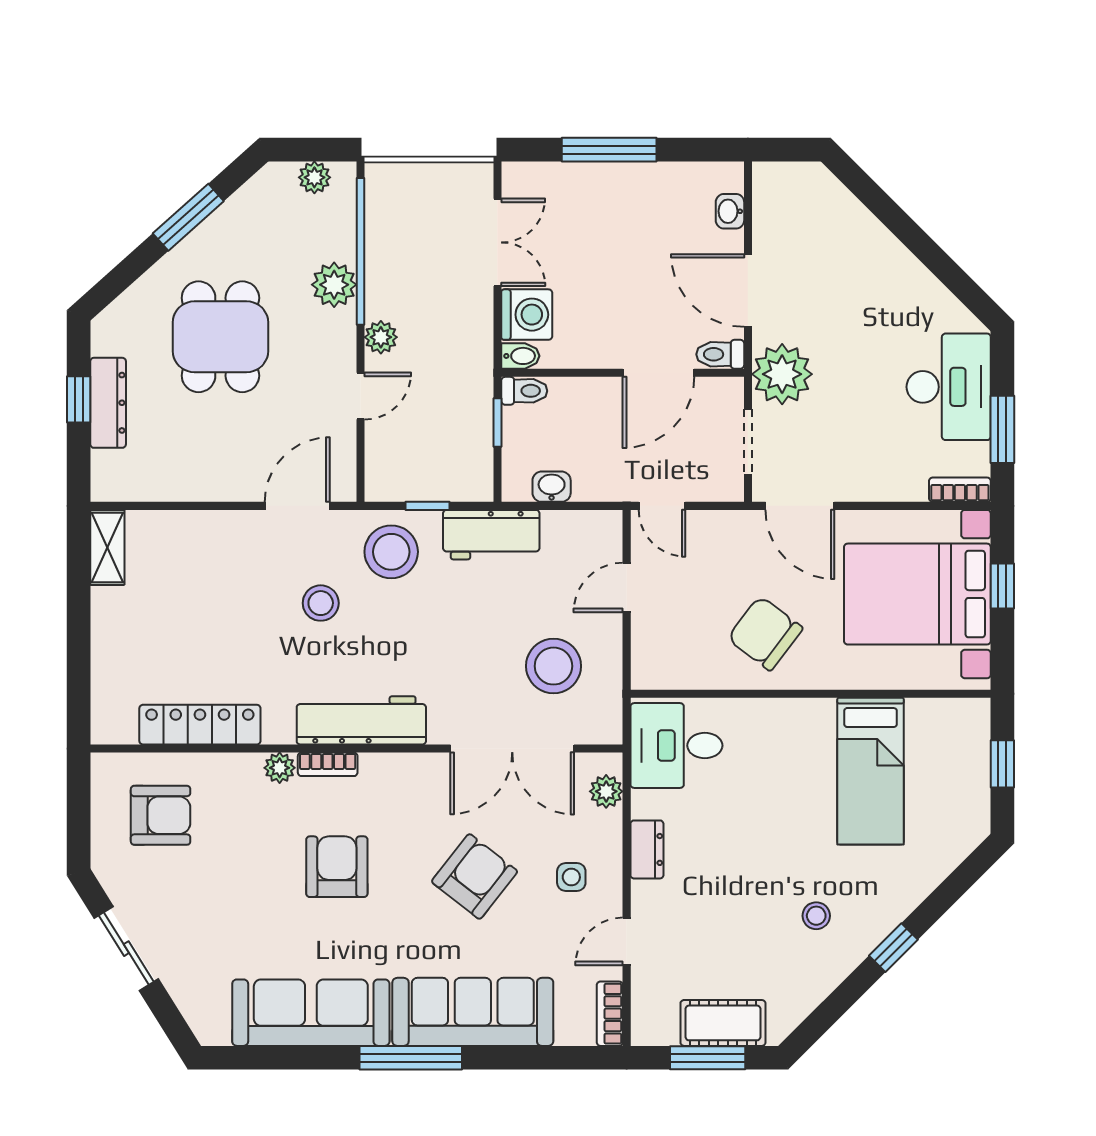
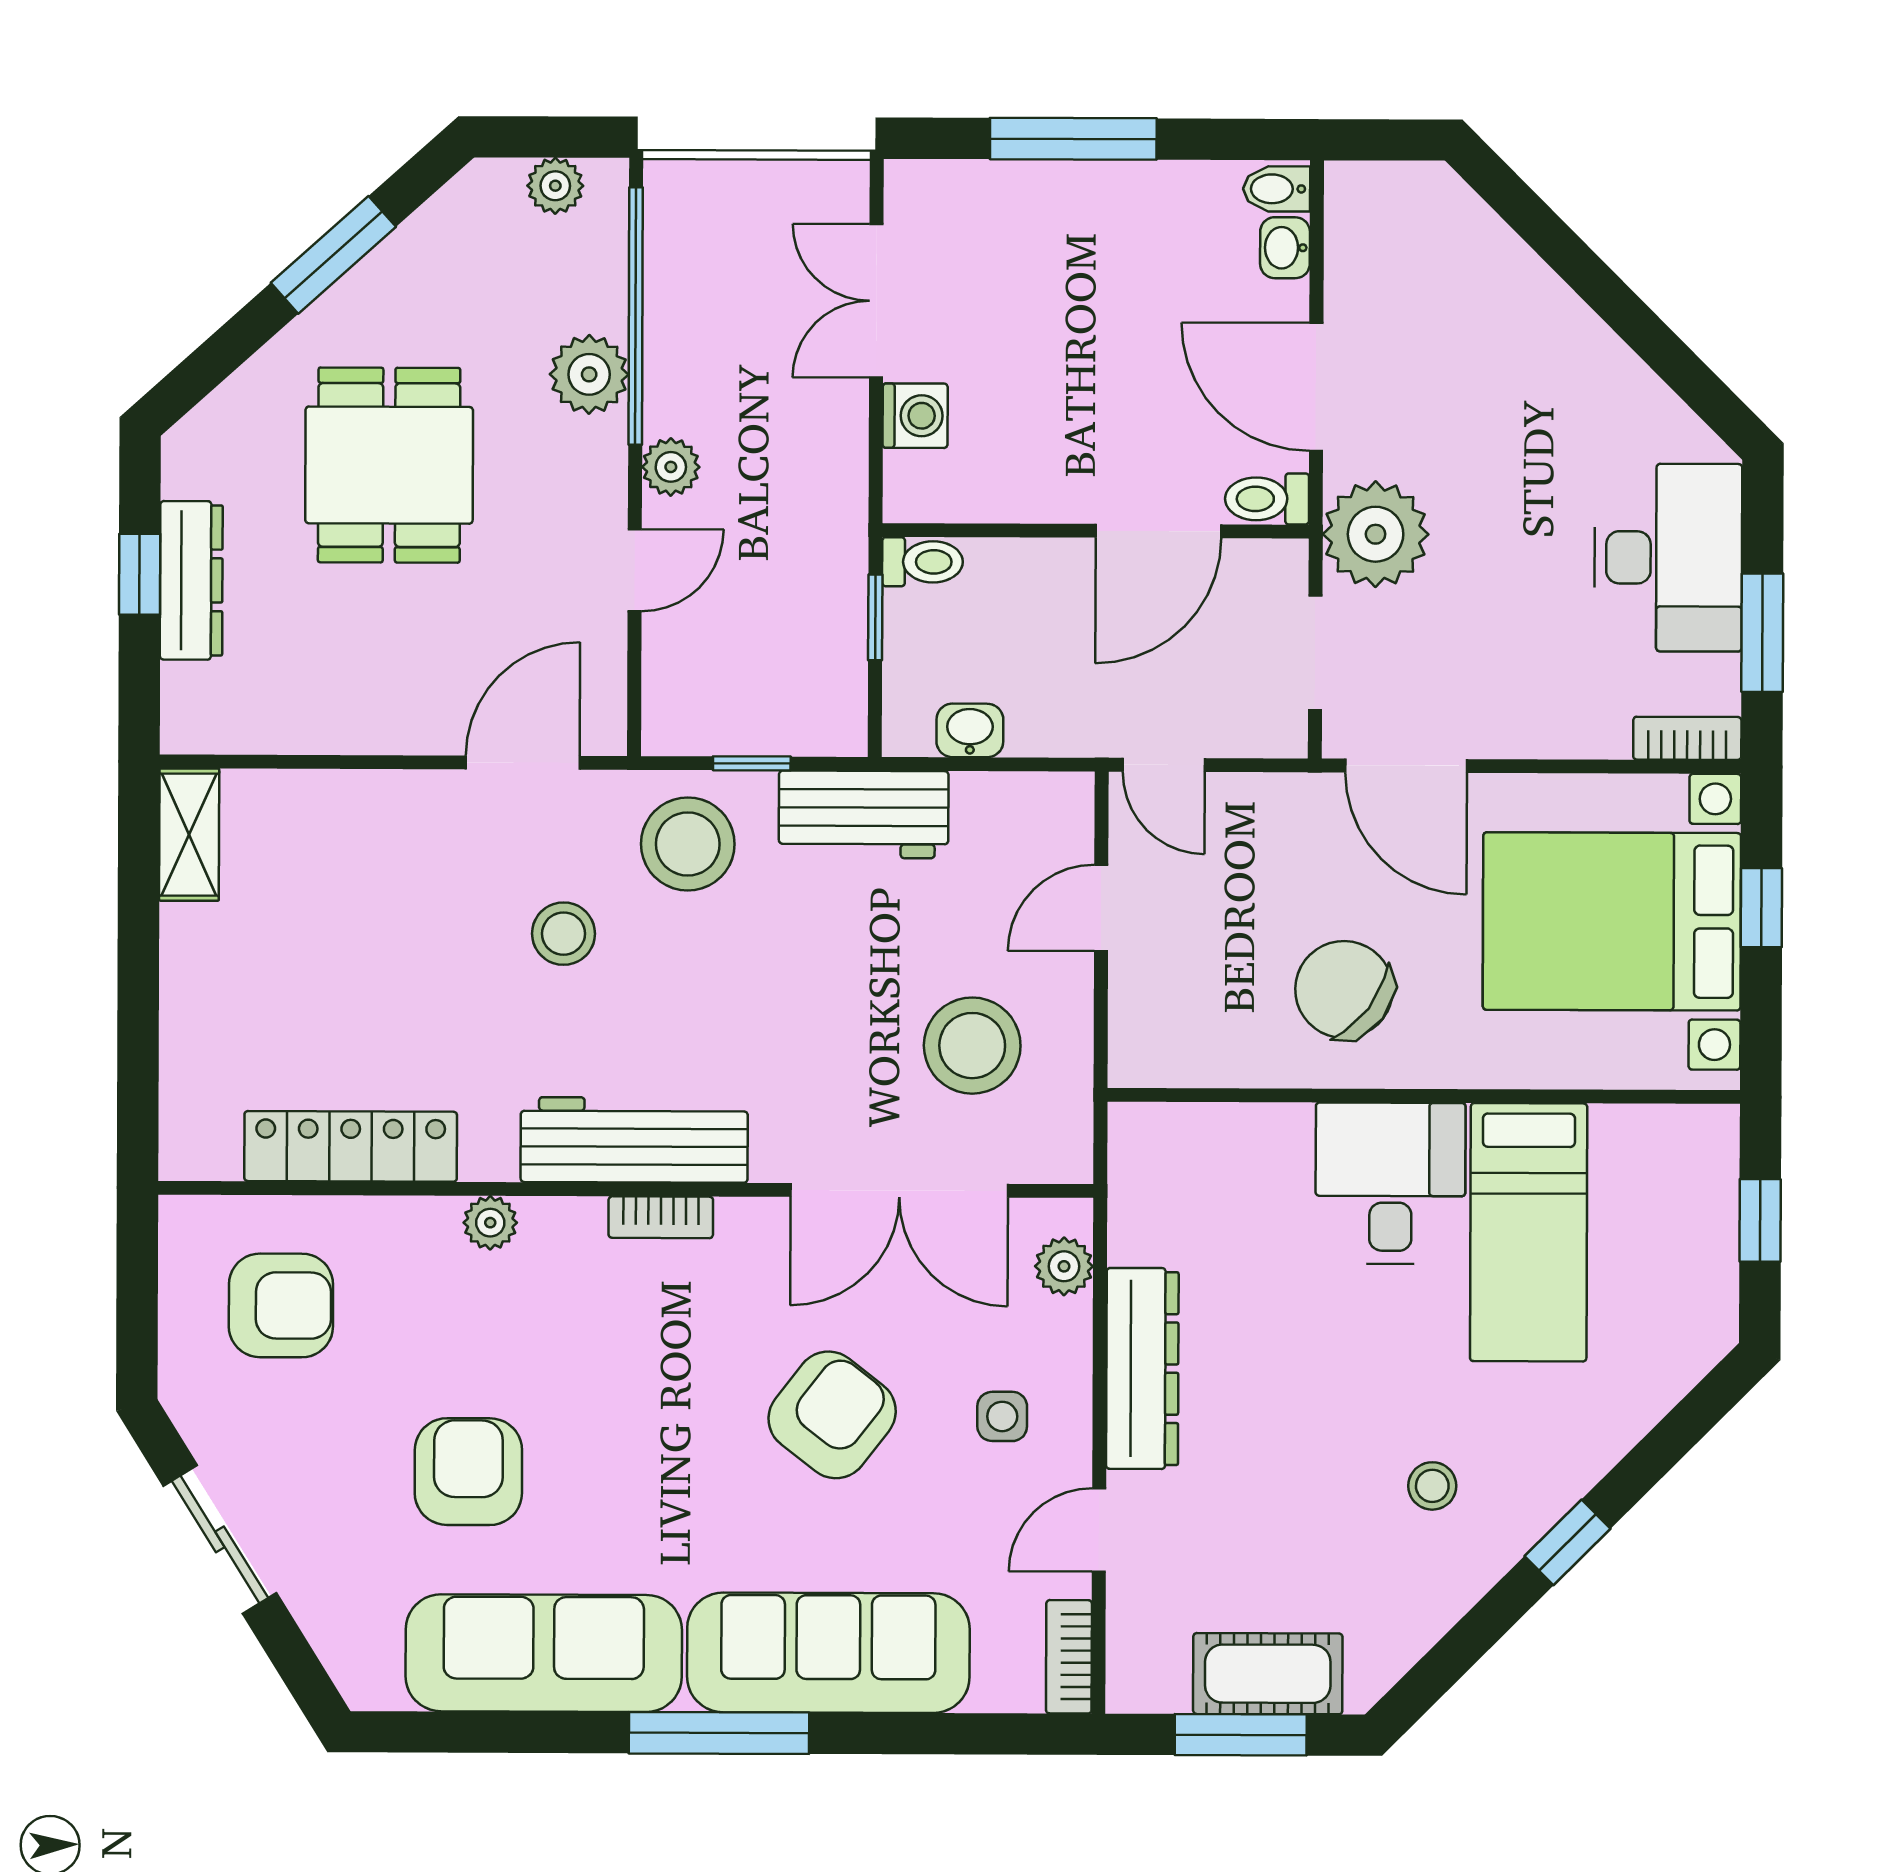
double door: (497, 242) -> (876, 301), swing flipped
washing machine: (527, 315) -> (915, 416), width x0.73, depth x0.73
bidet: (520, 356) -> (1277, 189), moved, turned 180
desk: (676, 746) -> (1390, 1183), moved, turned 90
bookcase: (328, 764) -> (661, 1217), moved
dresser: (647, 849) -> (1142, 1369), width x1.96, depth x1.24
armchair: (337, 867) -> (468, 1472), moved

